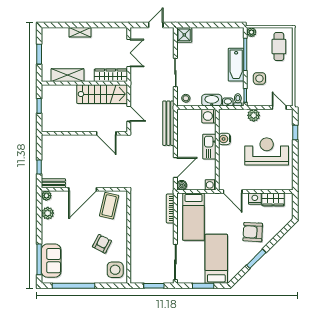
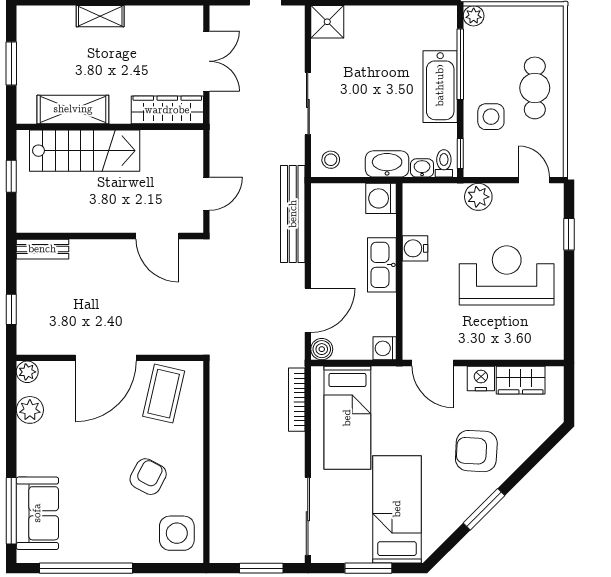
cafe table: (279, 47) -> (535, 88), moved
stairs: (102, 94) -> (85, 151), moved
door: (129, 114) -> (206, 194), hinge flipped
bench: (53, 183) -> (42, 249), moved

